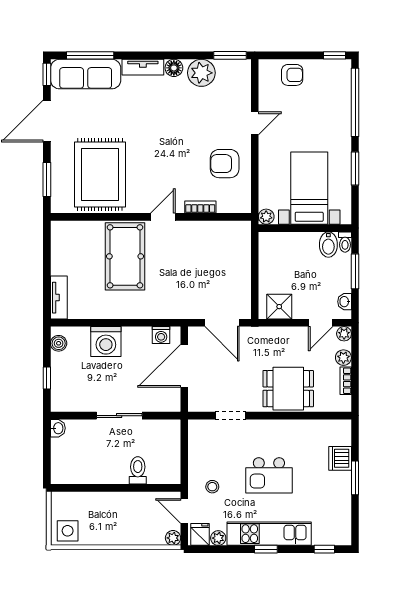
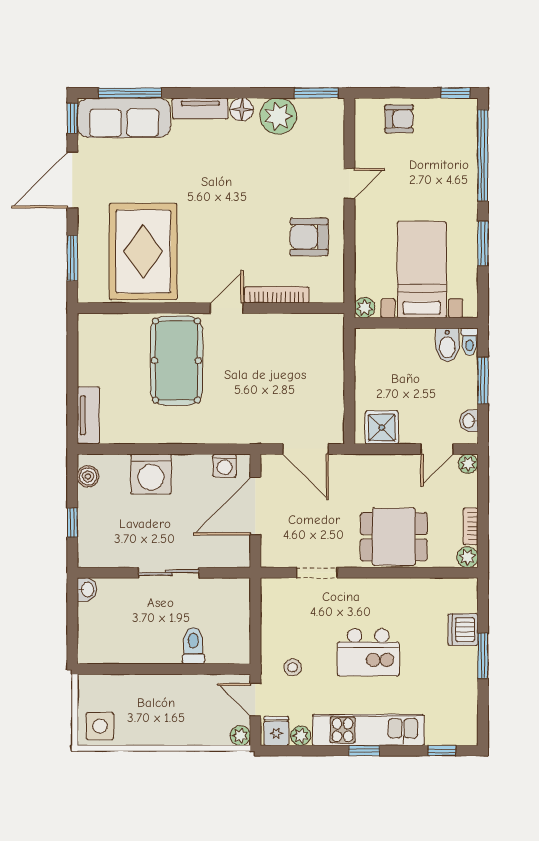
bookcase: (200, 207) -> (277, 295), width x1.56
plant: (343, 358) -> (467, 557), moved

